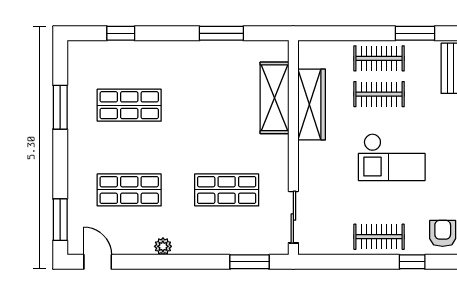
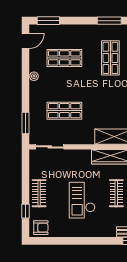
shop shelf: (129, 190) -> (64, 58), turned 90
shop shelf: (227, 190) -> (64, 111), turned 90

